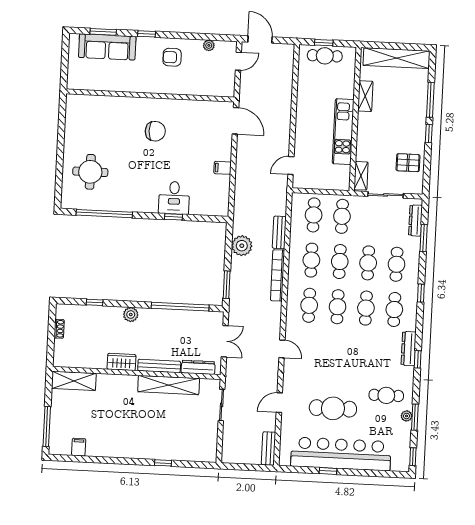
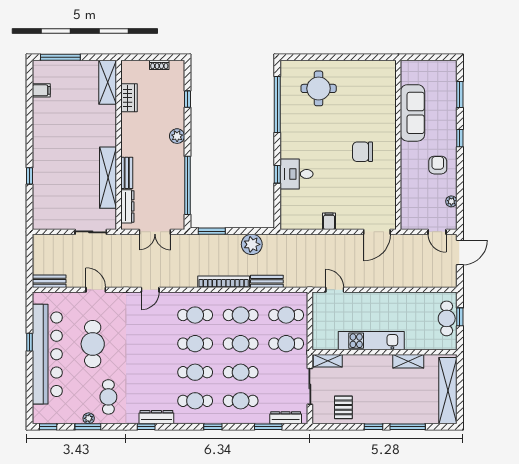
sofa: (107, 47) -> (413, 113), moved, turned 180
chair: (155, 131) -> (363, 152), turned 90
wardrobe: (121, 362) -> (129, 98), moved
bench: (159, 366) -> (127, 173), width x0.73

